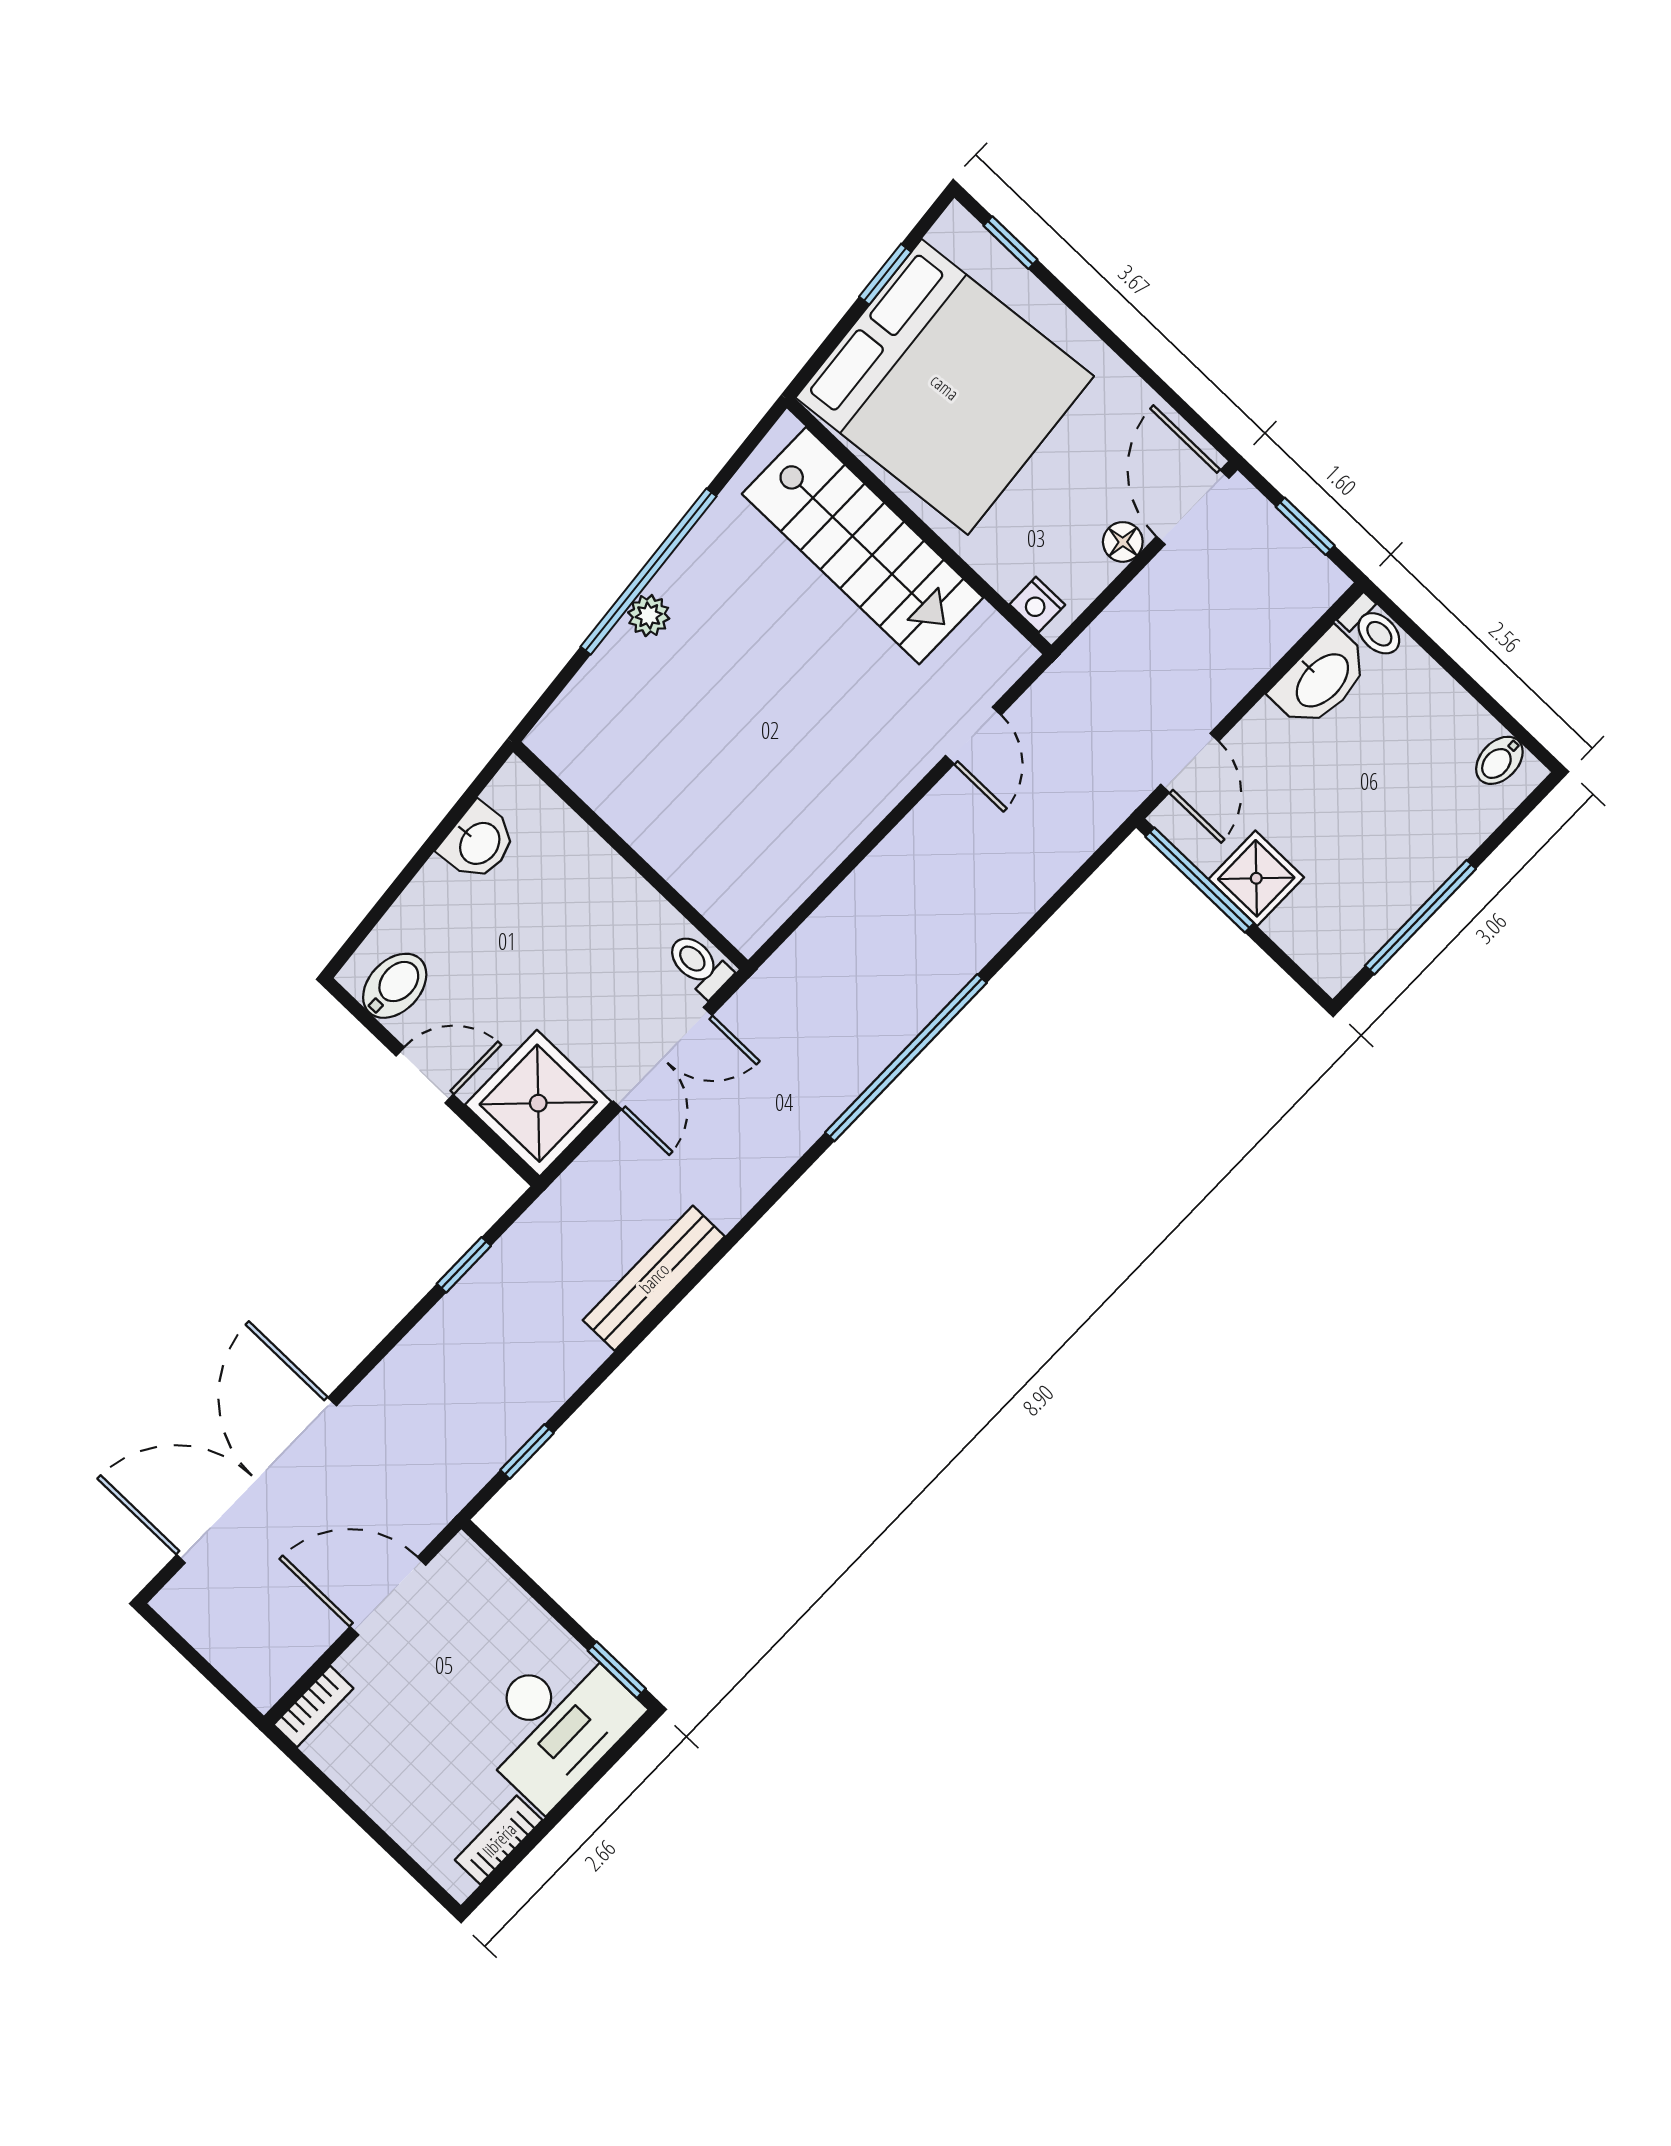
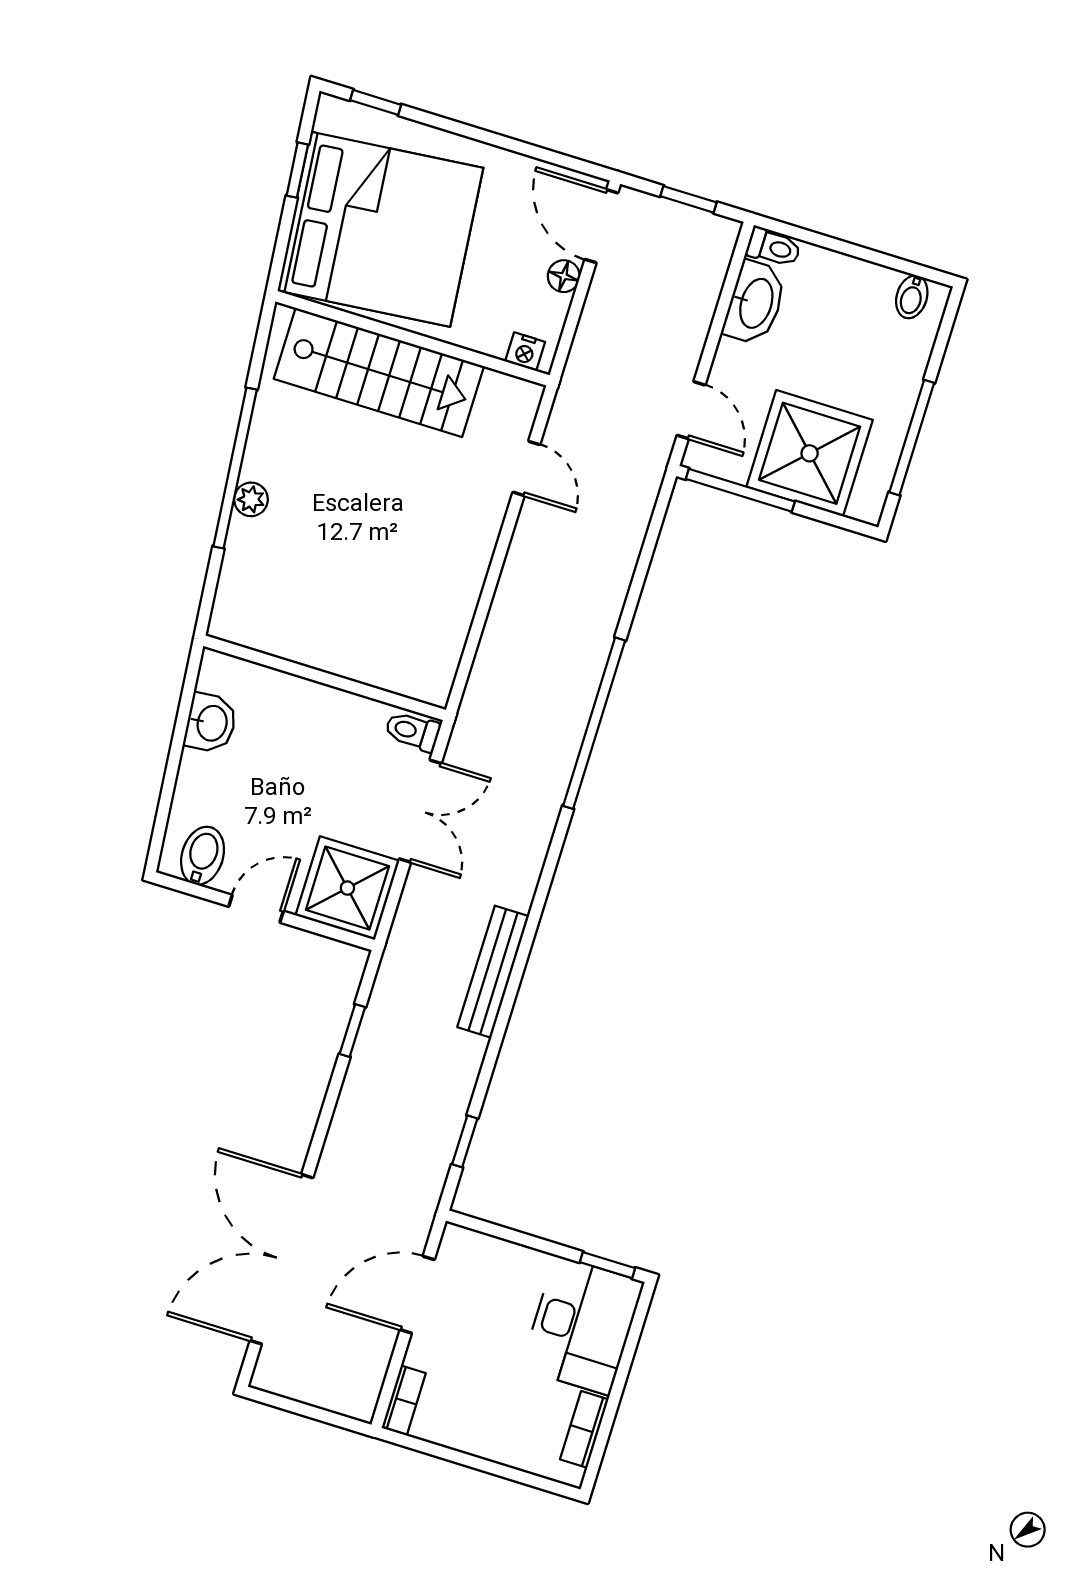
shower: (1256, 878) -> (810, 453), width x1.86, depth x1.86

